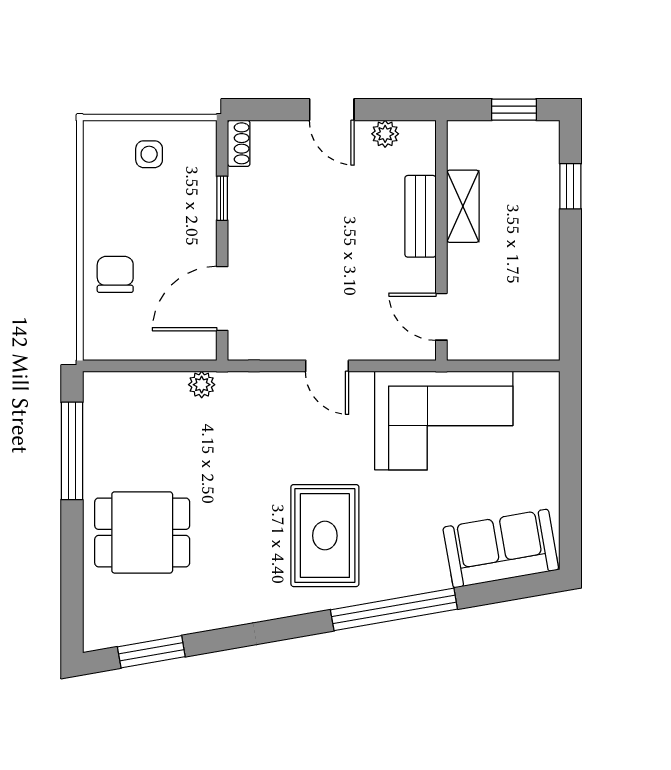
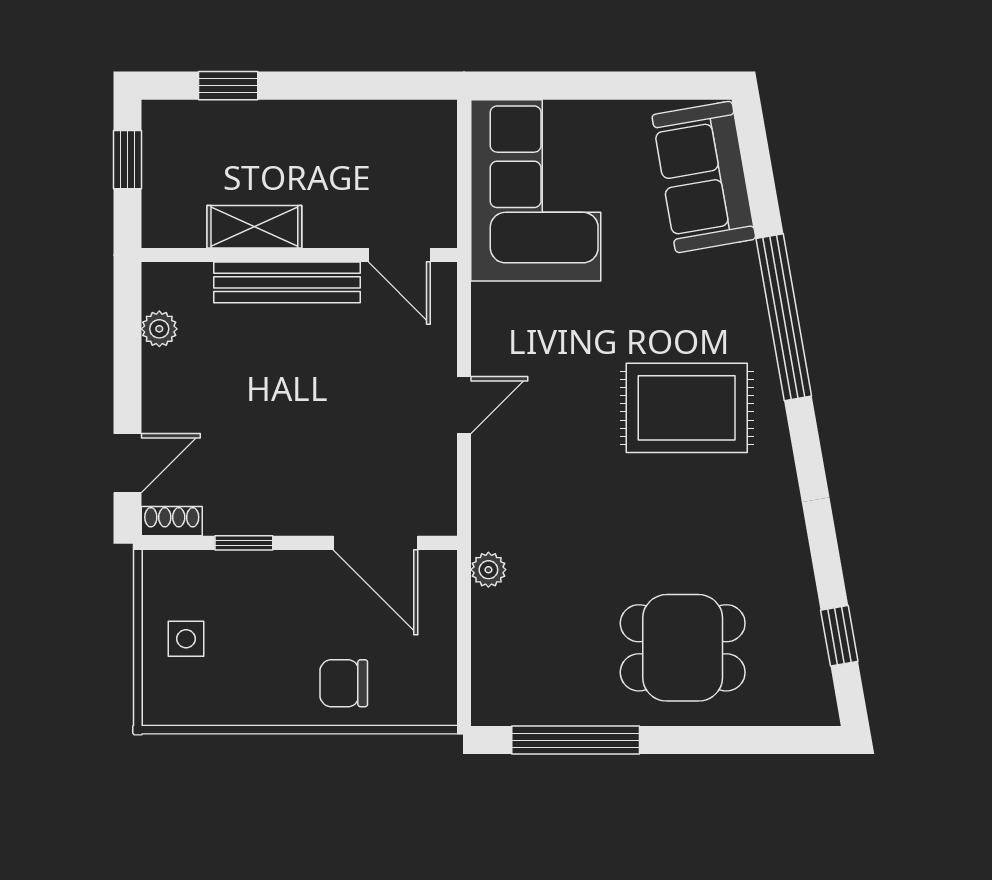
door: (332, 110) -> (127, 463), moved
bench: (420, 216) -> (287, 282), width x1.36
door: (441, 317) -> (399, 255), hinge flipped
corner sofa: (444, 421) -> (536, 190), moved
dining table: (142, 532) -> (683, 648), turned 90
window: (151, 652) -> (839, 636), width x0.67

